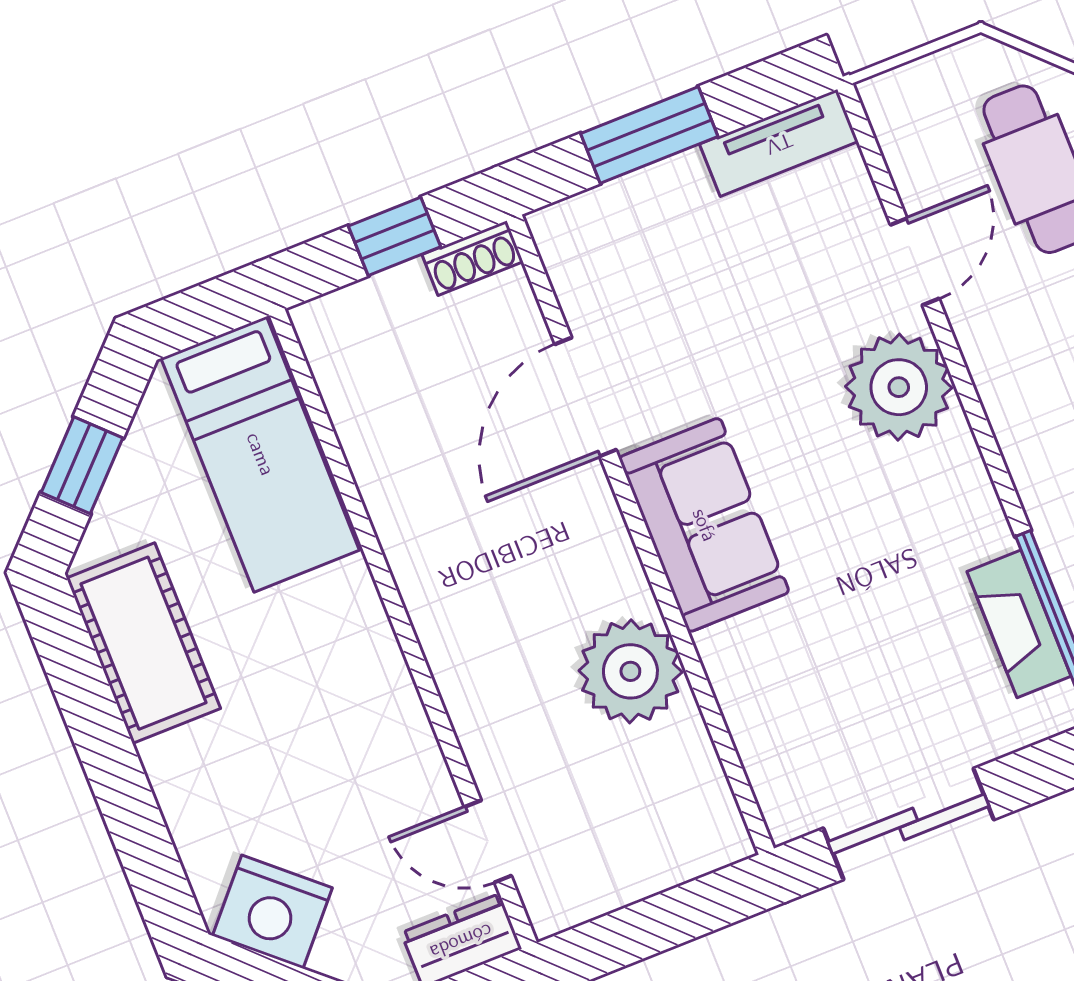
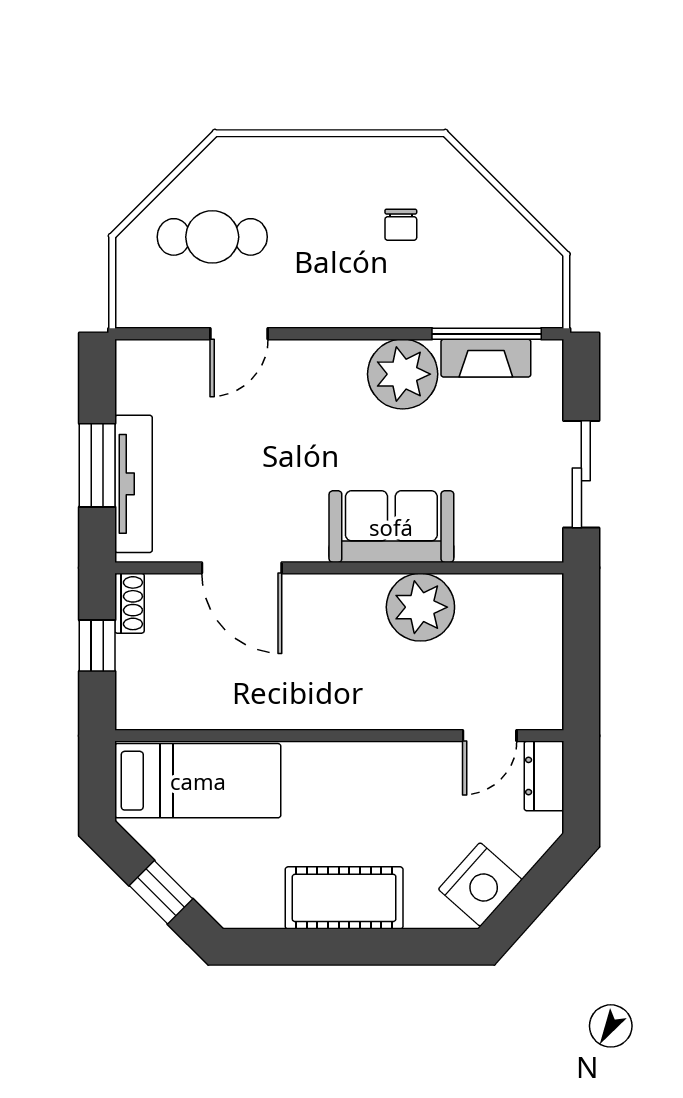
tv unit: (779, 143) -> (133, 484), moved, width x1.41
door: (915, 262) -> (239, 334), swing flipped
plant: (899, 387) -> (403, 374), moved
sofa: (704, 525) -> (391, 527), moved
cot: (144, 643) -> (344, 898), moved

